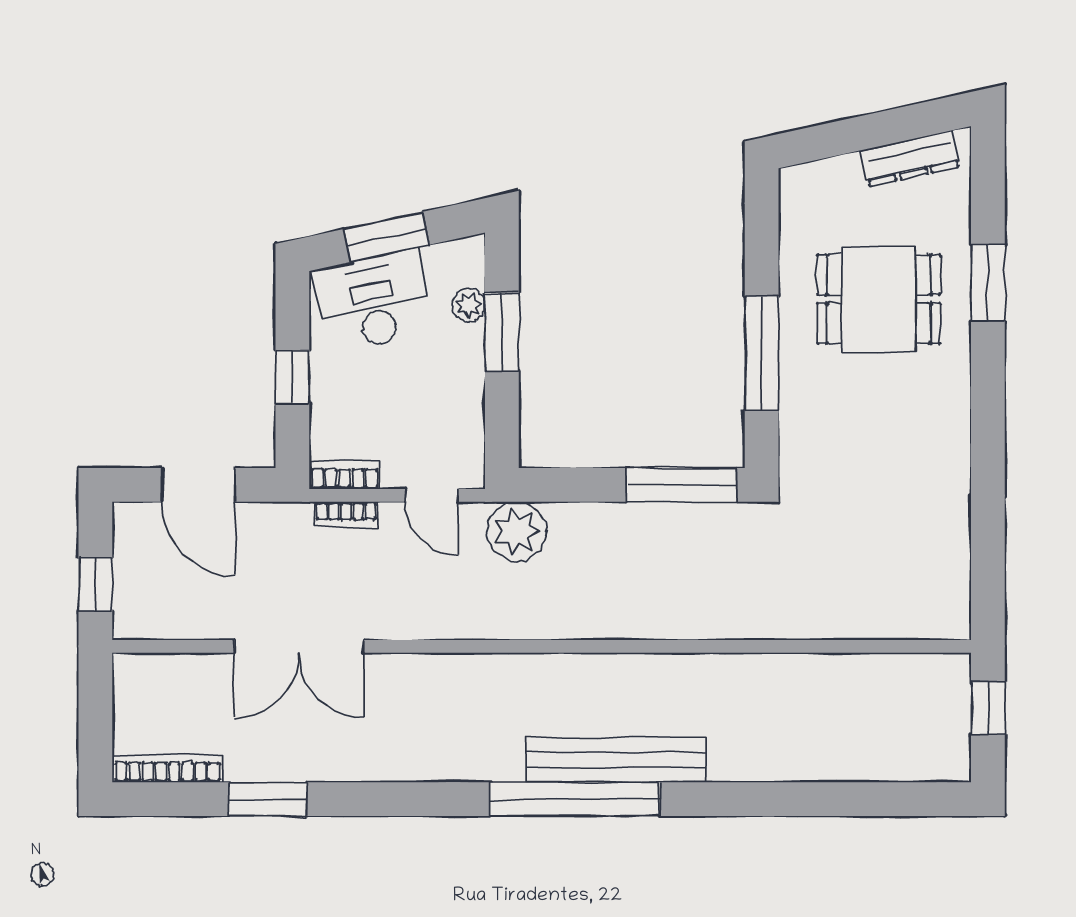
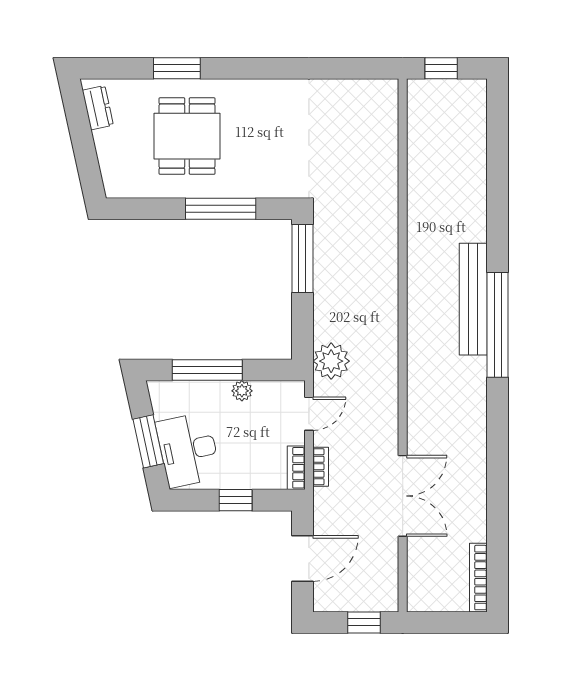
dresser: (910, 159) -> (98, 108), width x0.70
plant: (468, 305) -> (242, 391), moved
window: (502, 332) -> (207, 370), width x1.44
window: (268, 799) -> (498, 515), removed

